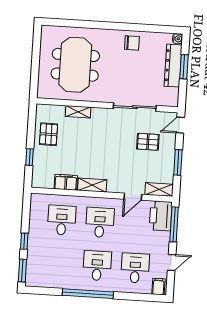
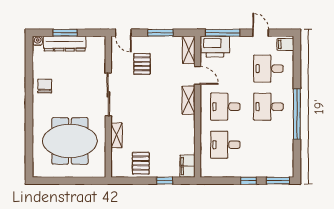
sliding door: (135, 107) -> (108, 94), moved
pallet: (49, 134) -> (141, 163), turned 90
filing cabinet: (66, 182) -> (187, 166), moved
shelving: (92, 185) -> (189, 100), moved

